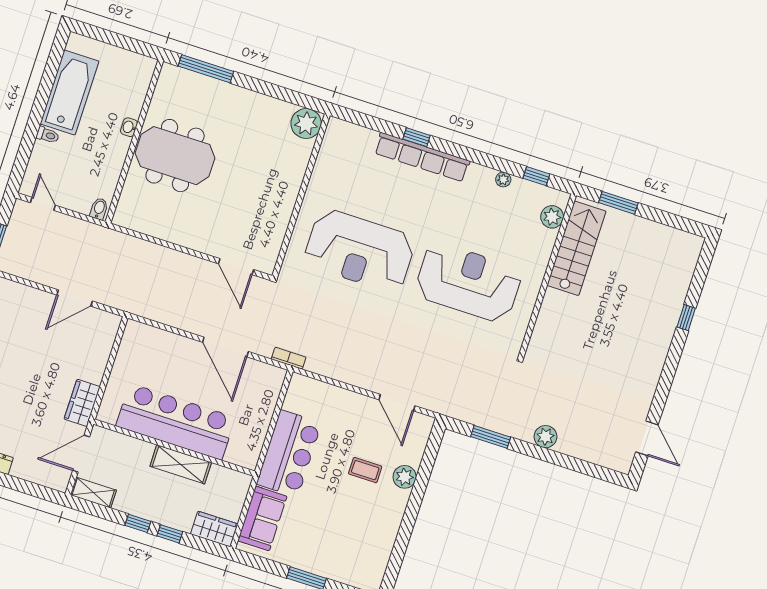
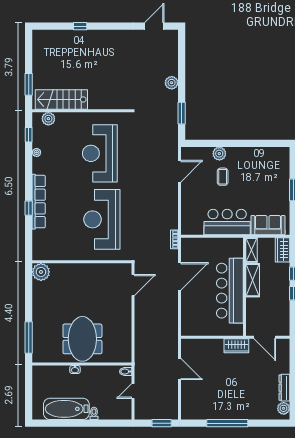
door: (43, 204) -> (133, 391), moved
reception desk: (360, 251) -> (102, 219), turned 180
shelving: (93, 493) -> (252, 250), moved

